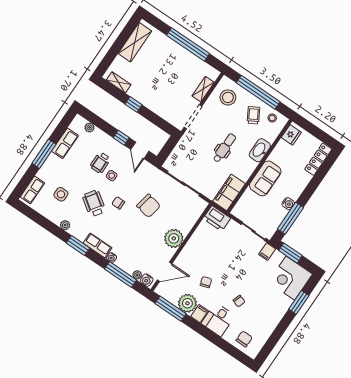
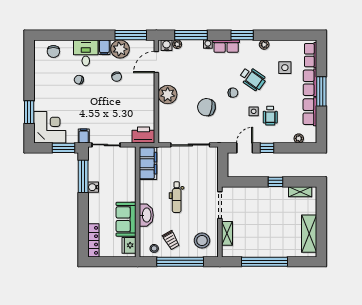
door: (140, 150) -> (245, 148), hinge flipped
wheelchair: (100, 163) -> (270, 116), turned 180
row of seats: (48, 167) -> (310, 83), added
sofa: (265, 178) -> (126, 219), moved

